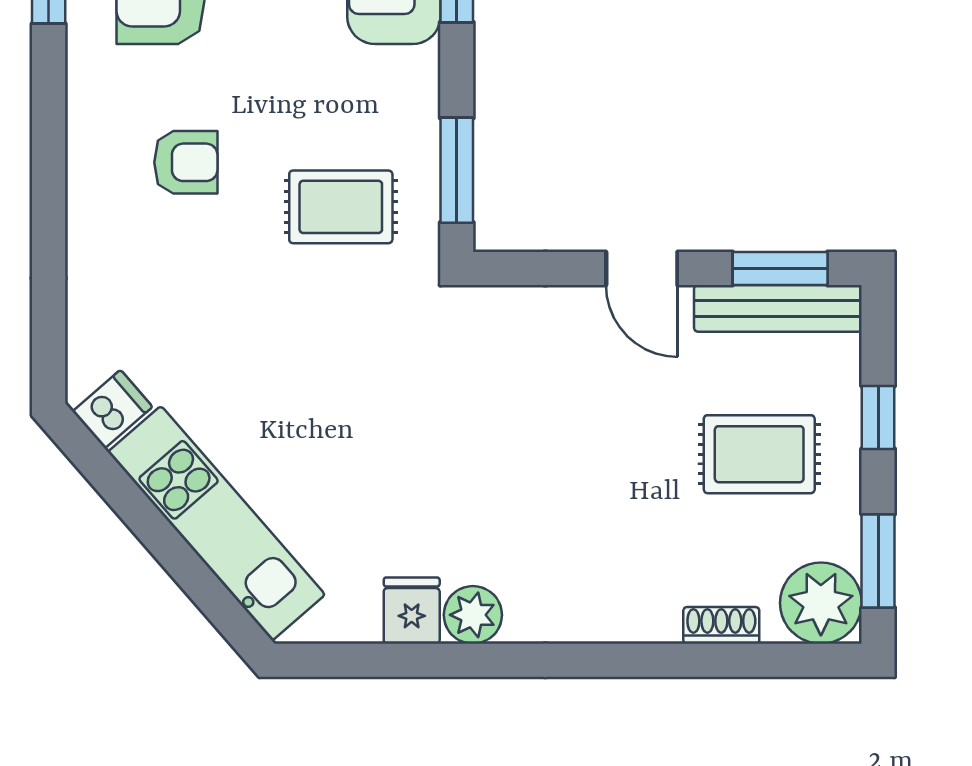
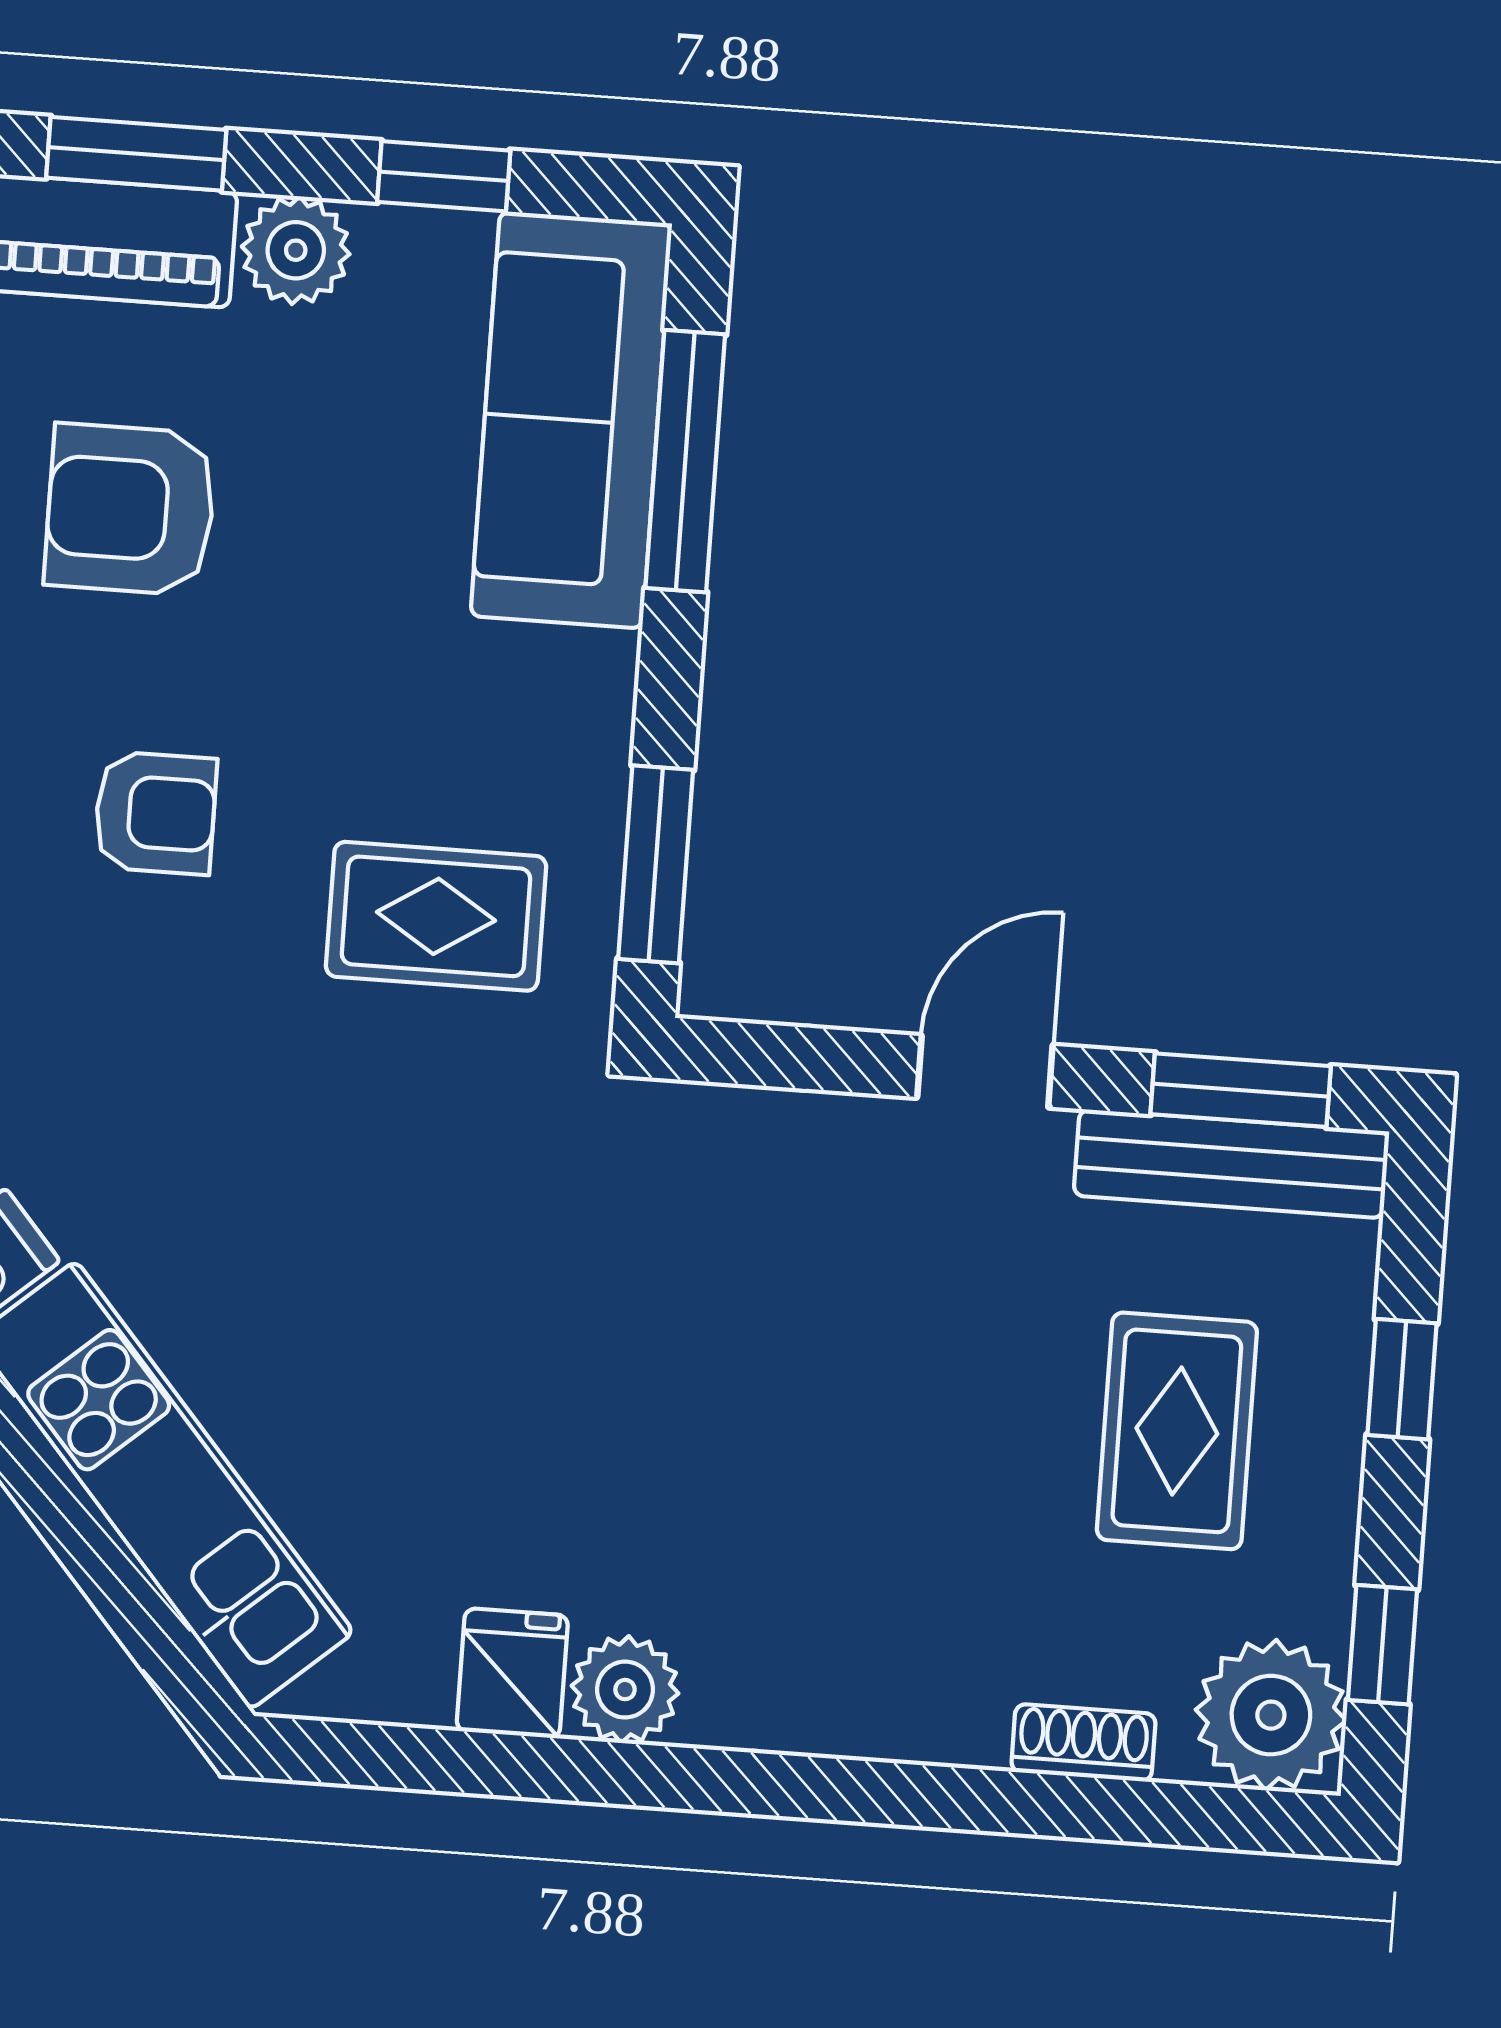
door: (642, 268) -> (985, 1071), swing flipped
rug: (759, 454) -> (1177, 1431), turned 90
window: (878, 561) -> (1382, 1645), width x0.67

